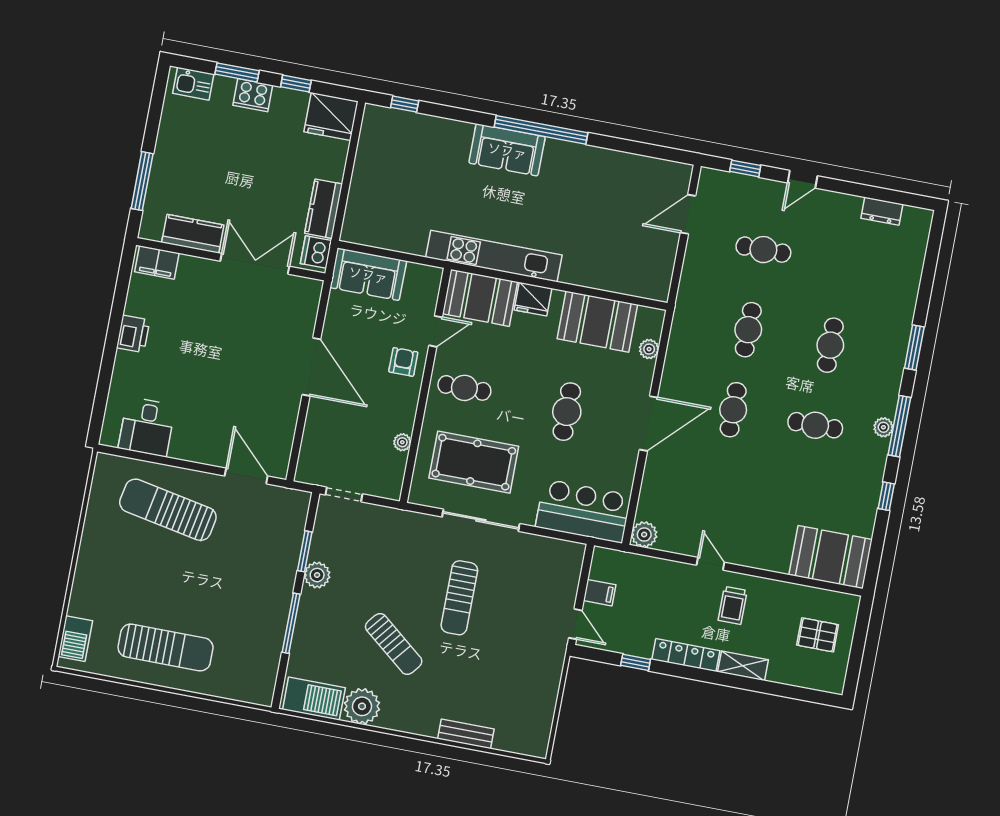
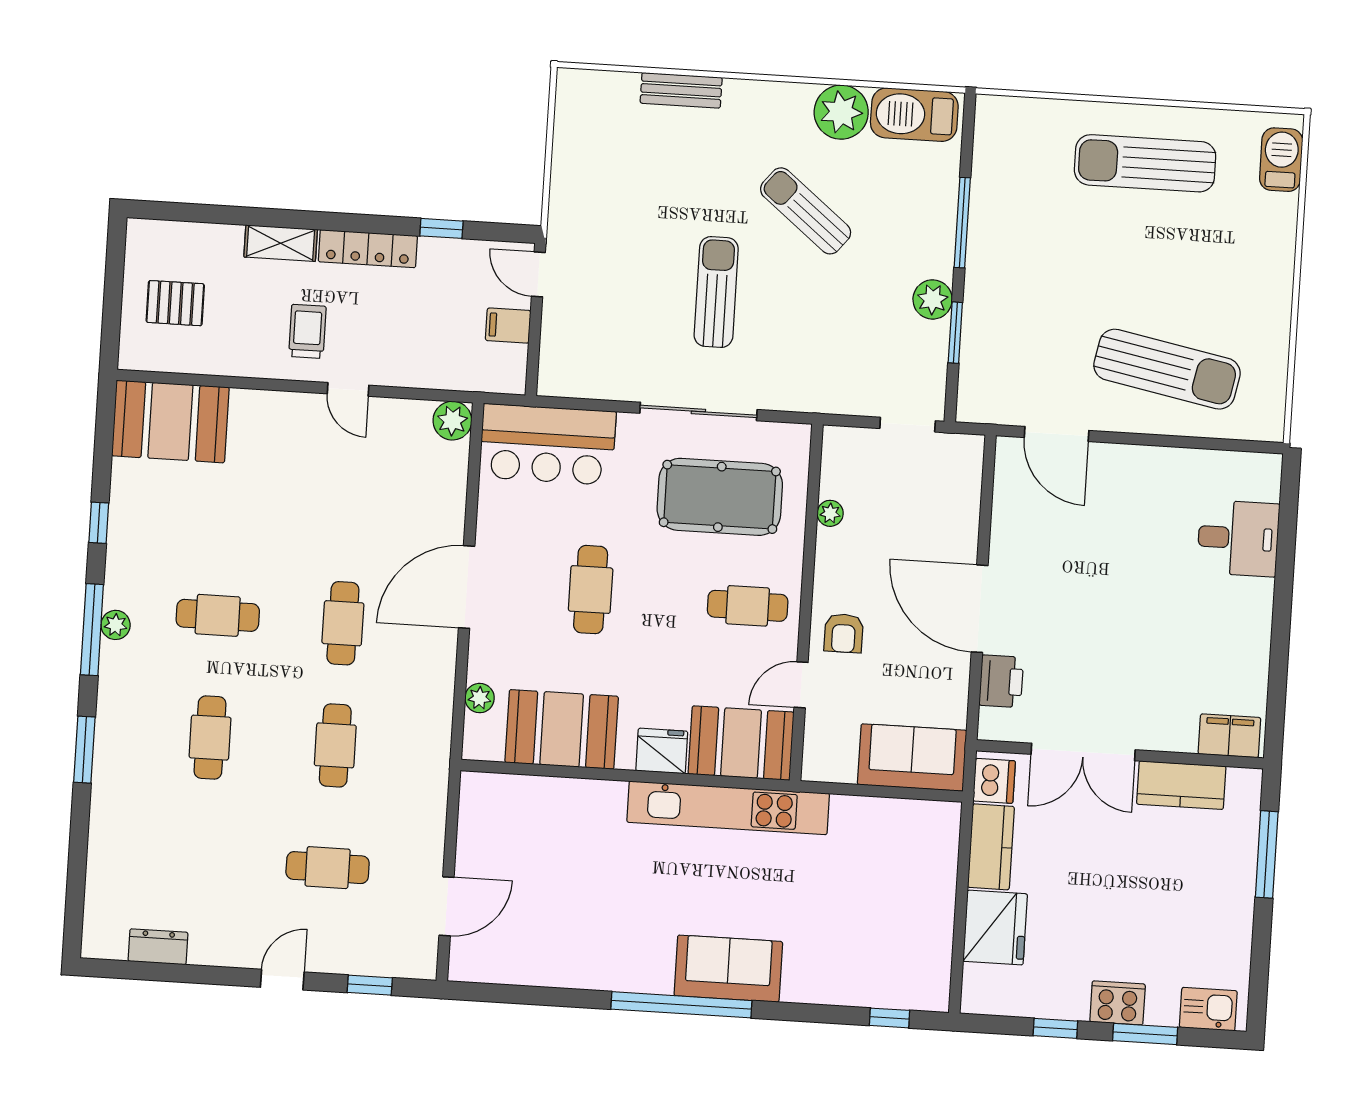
fridge: (331, 117) -> (995, 928), moved, turned 90
printer: (133, 334) -> (1001, 681), moved, turned 180
desk: (147, 427) -> (1238, 538), moved, turned 90

